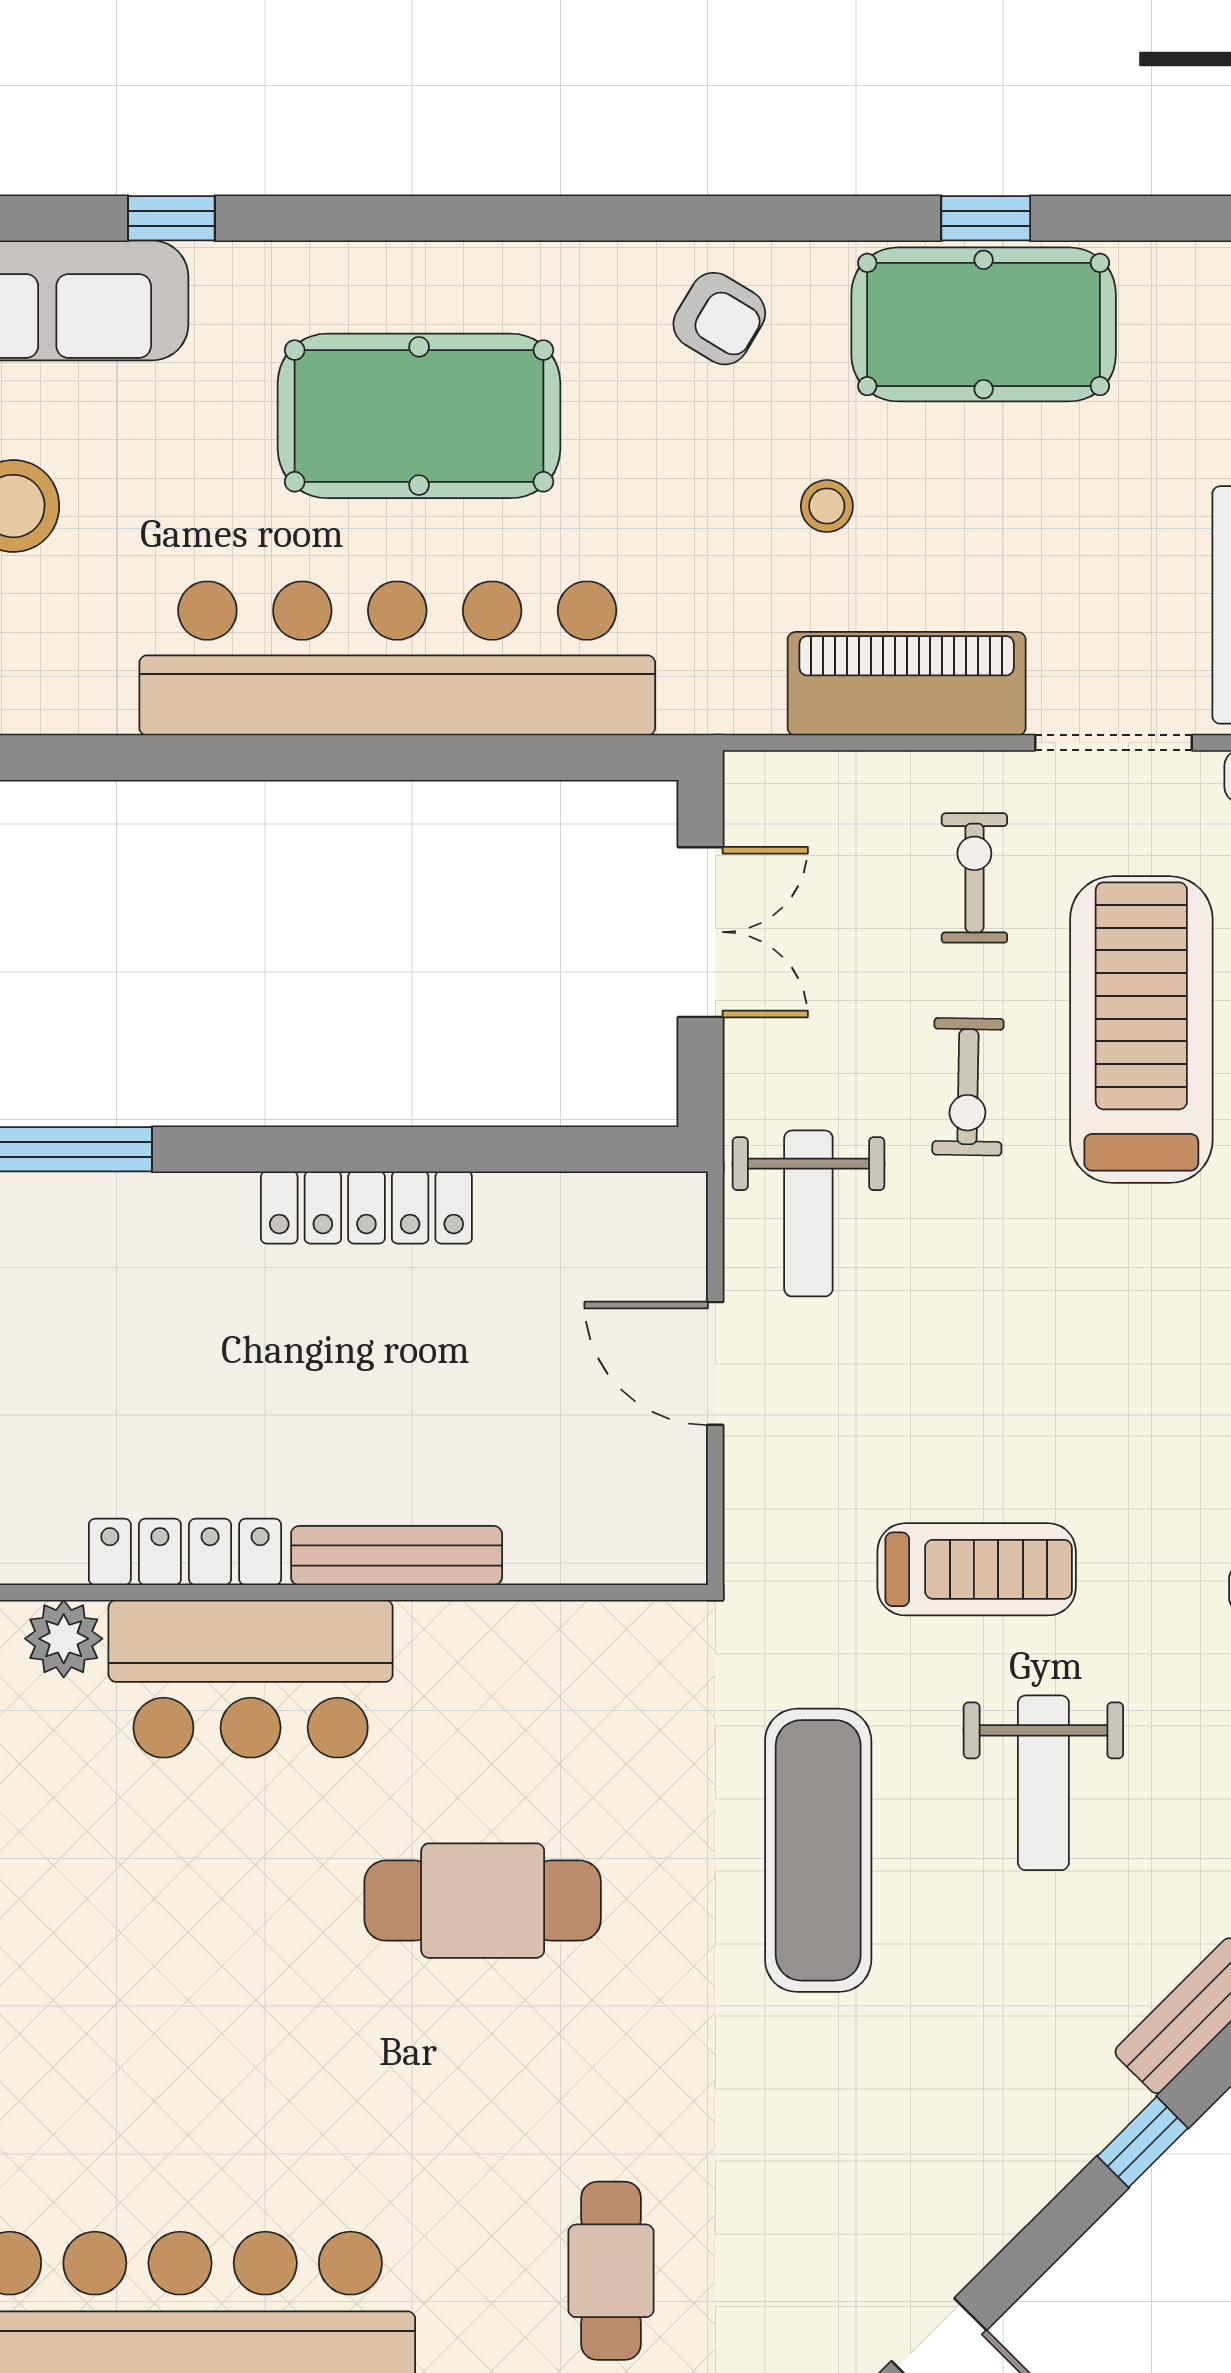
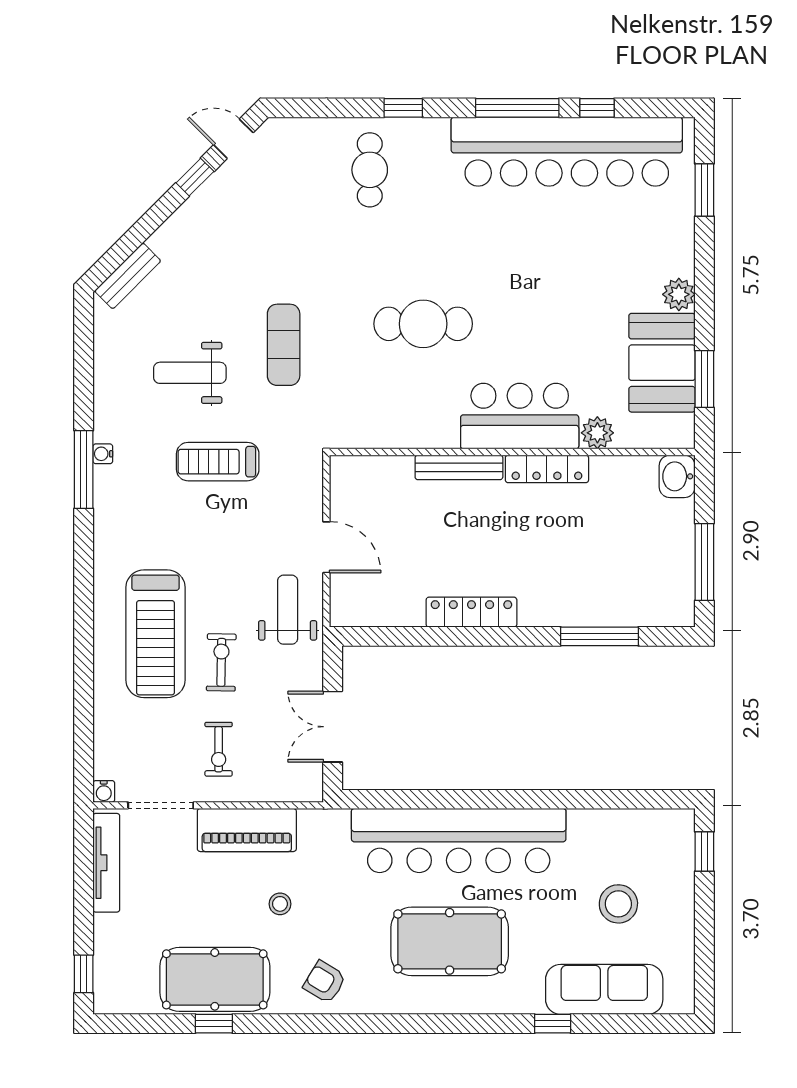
treadmill: (1141, 1030) -> (156, 634), moved
weight bench: (1043, 1783) -> (190, 373), turned -90
exercise mat: (818, 1850) -> (284, 345), width x0.73, depth x0.69
window: (1143, 2142) -> (195, 177), moved

